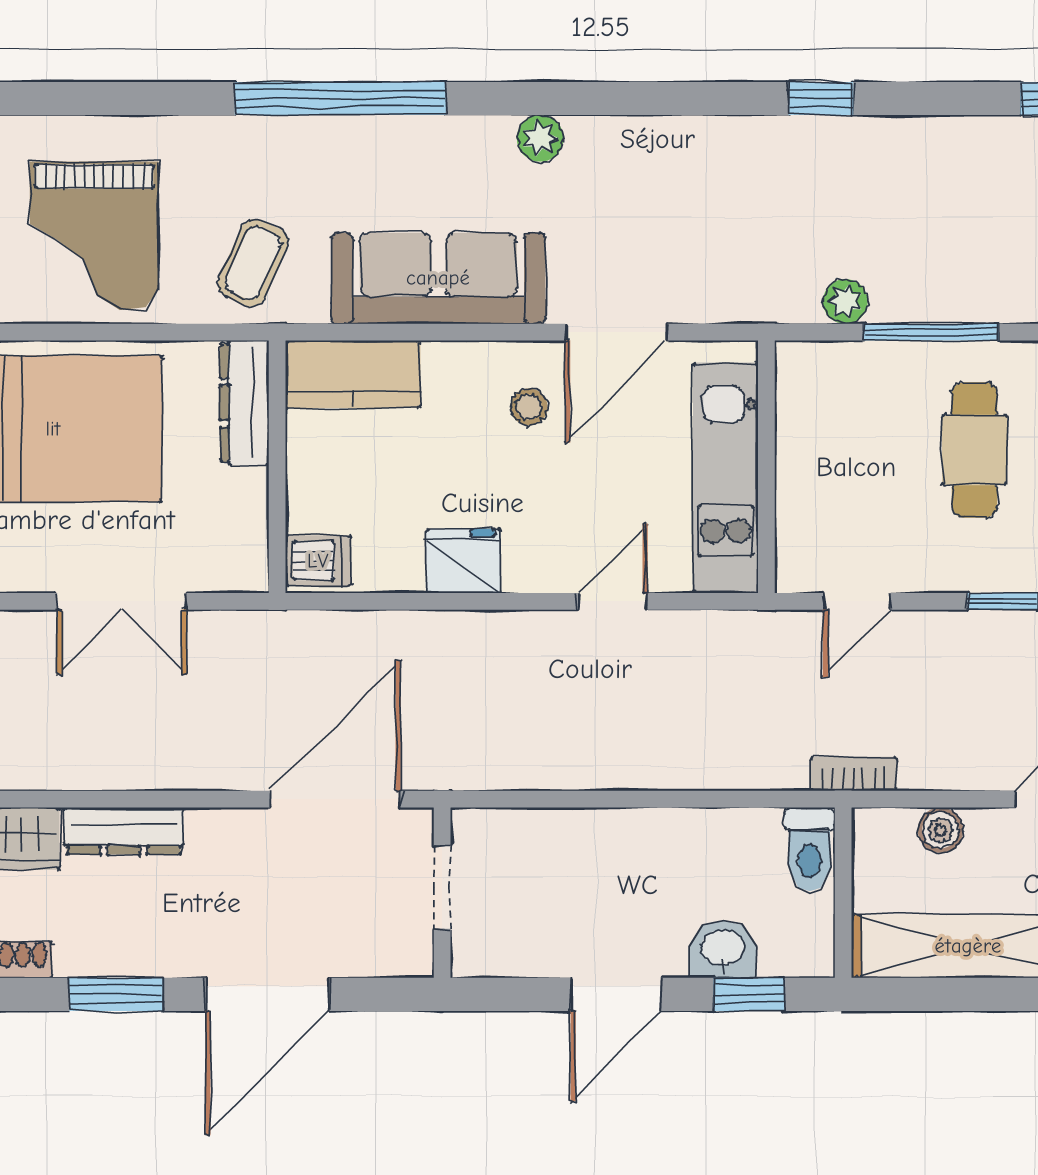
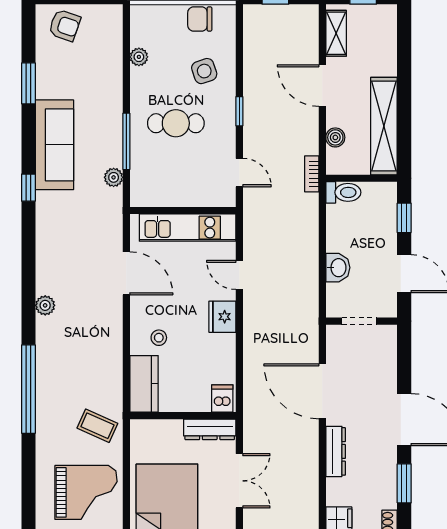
sofa: (438, 278) -> (54, 145), moved, turned 180
dresser: (244, 403) -> (210, 429), moved
stool: (529, 407) -> (159, 338), moved
fridge: (463, 561) -> (222, 317), moved
dresser: (124, 831) -> (336, 451), moved
doorway: (442, 887) -> (359, 321), moved
wall: (442, 893) -> (361, 321), moved
washbasin: (723, 949) -> (338, 268), moved, turned 180

